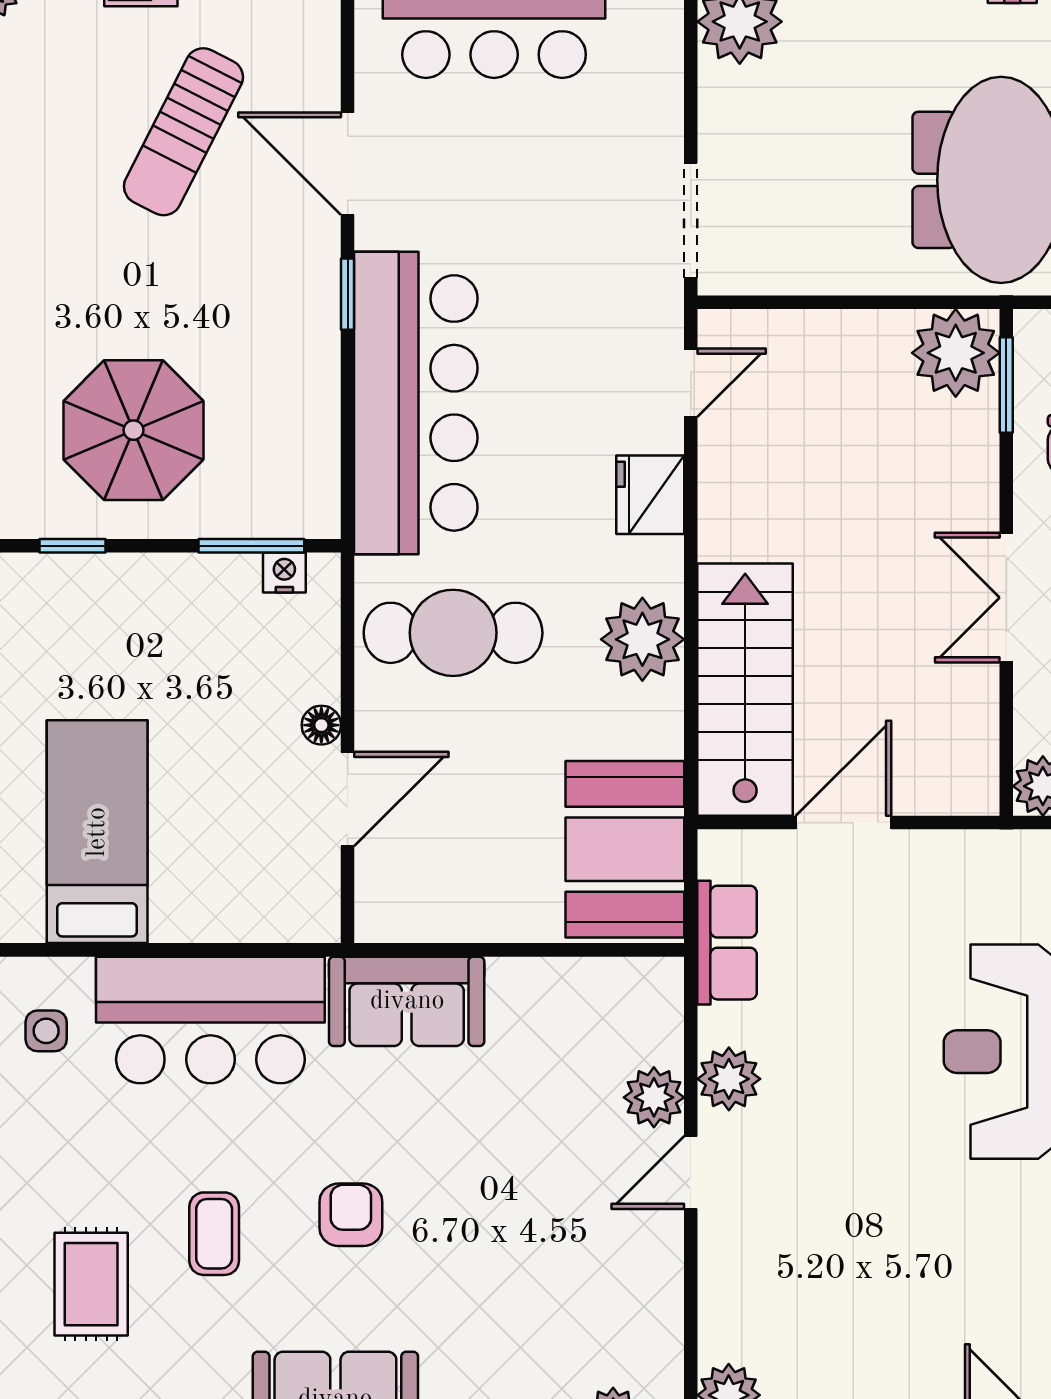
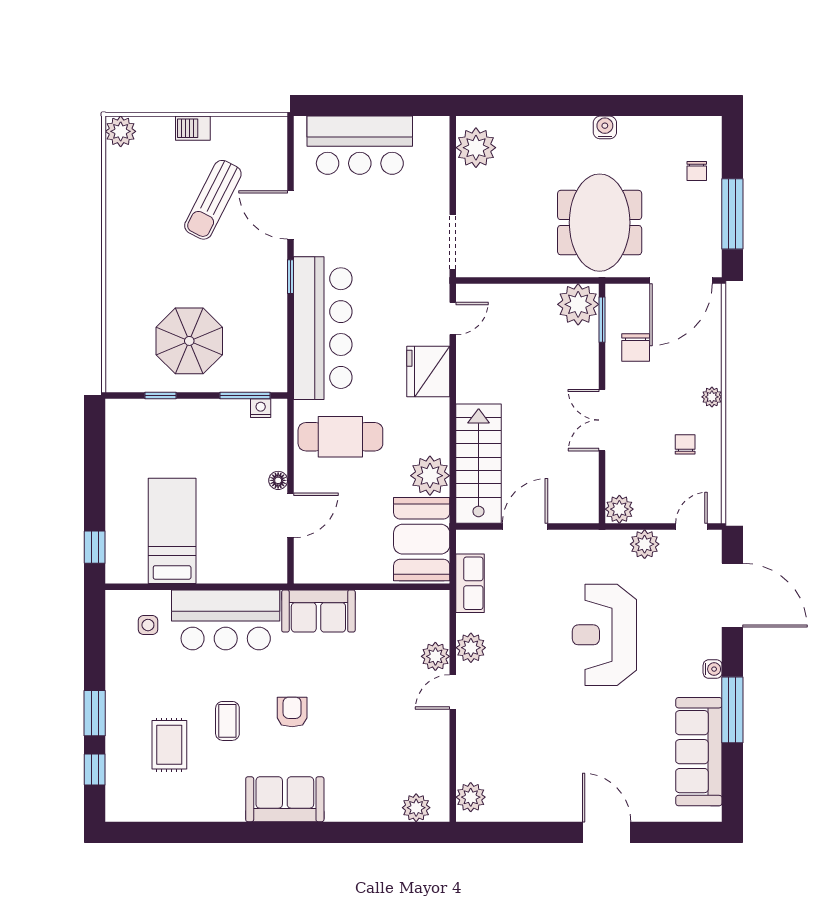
fridge: (650, 495) -> (428, 371), width x1.36, depth x1.34
plant: (642, 639) -> (430, 476), moved

